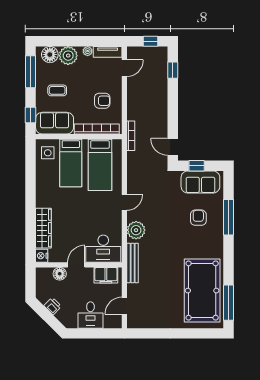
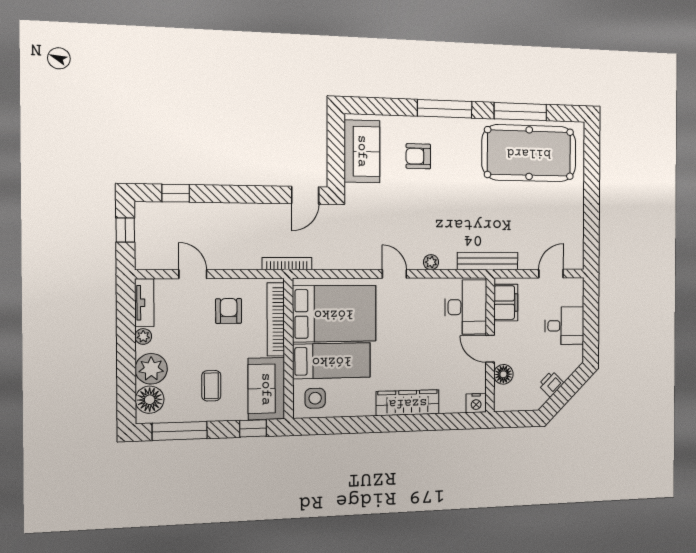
door: (124, 68) -> (193, 274), moved
bed: (100, 165) -> (334, 314), width x1.50
window: (197, 166) -> (336, 157), removed
window: (229, 217) -> (445, 109), moved
wardrobe: (43, 228) -> (408, 403), moved
plant: (136, 230) -> (431, 262), width x0.53, depth x0.53
window: (229, 303) -> (520, 112), moved
door: (124, 306) -> (551, 274), swing flipped

